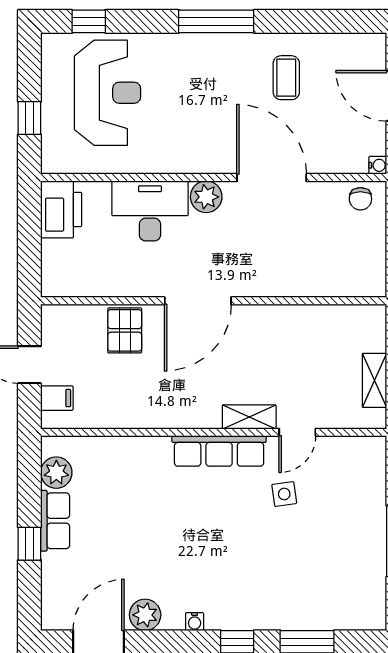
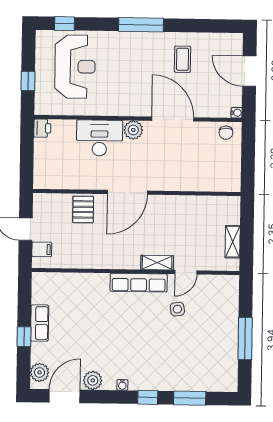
printer: (61, 209) -> (42, 128), width x0.53, depth x0.68
plant: (56, 473) -> (40, 372), moved

